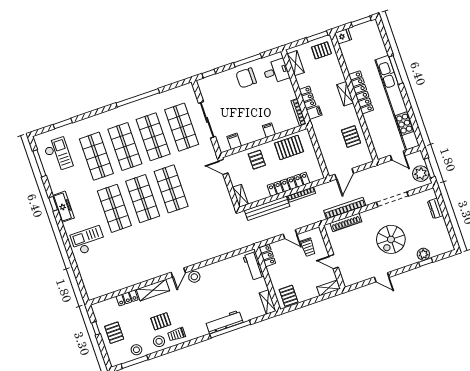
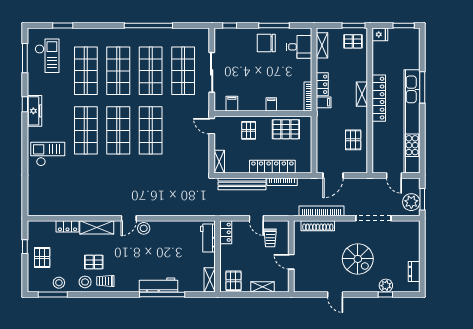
dresser: (435, 208) -> (414, 272), moved
spiral stairs: (391, 239) -> (358, 259), turned -90
shelving: (328, 288) -> (262, 287), moved

